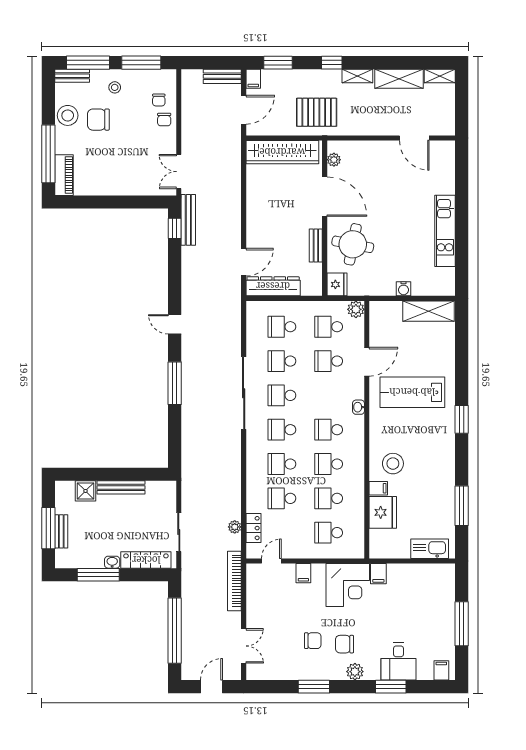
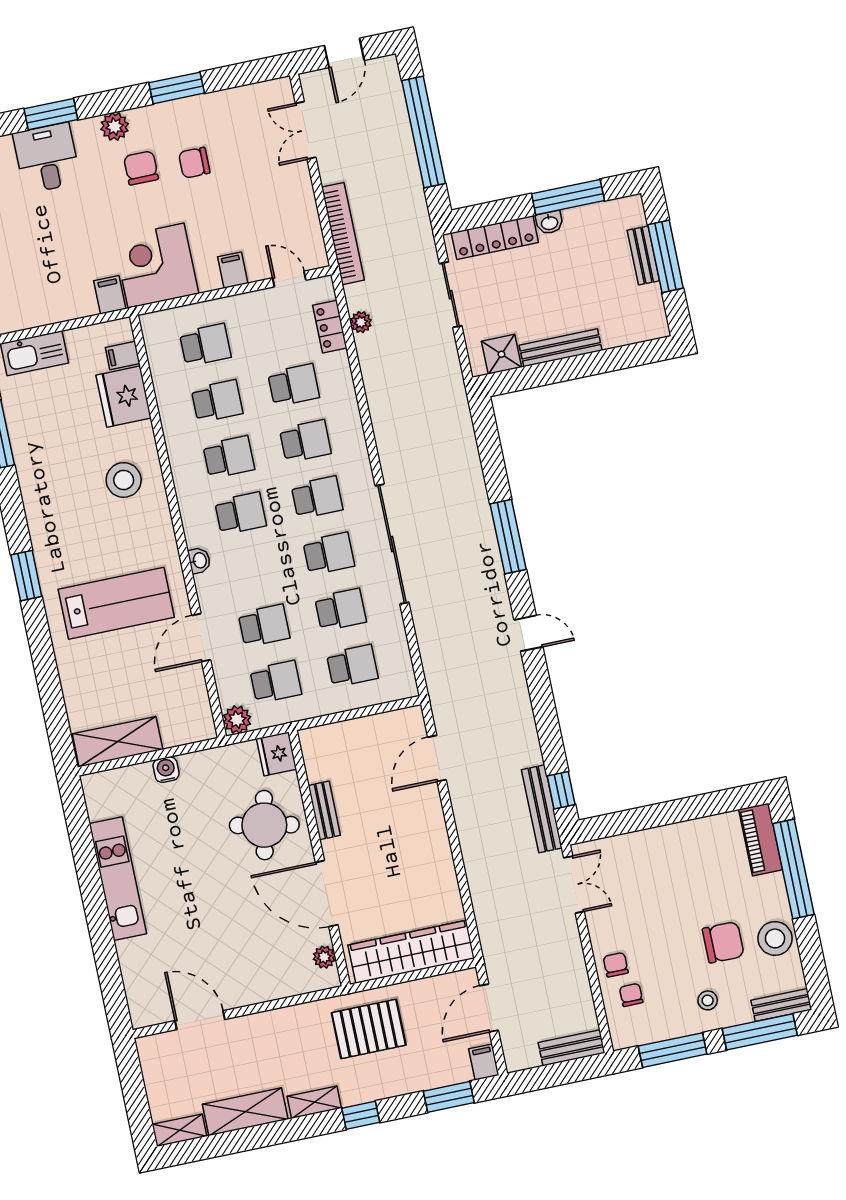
bench: (222, 76) -> (572, 1048), moved
dresser: (273, 286) -> (380, 729), removed
filing cabinet: (378, 488) -> (123, 356), moved
shower: (86, 491) -> (501, 354), moved
door: (271, 561) -> (289, 279), swing flipped
chair: (345, 644) -> (141, 168), turned -90

